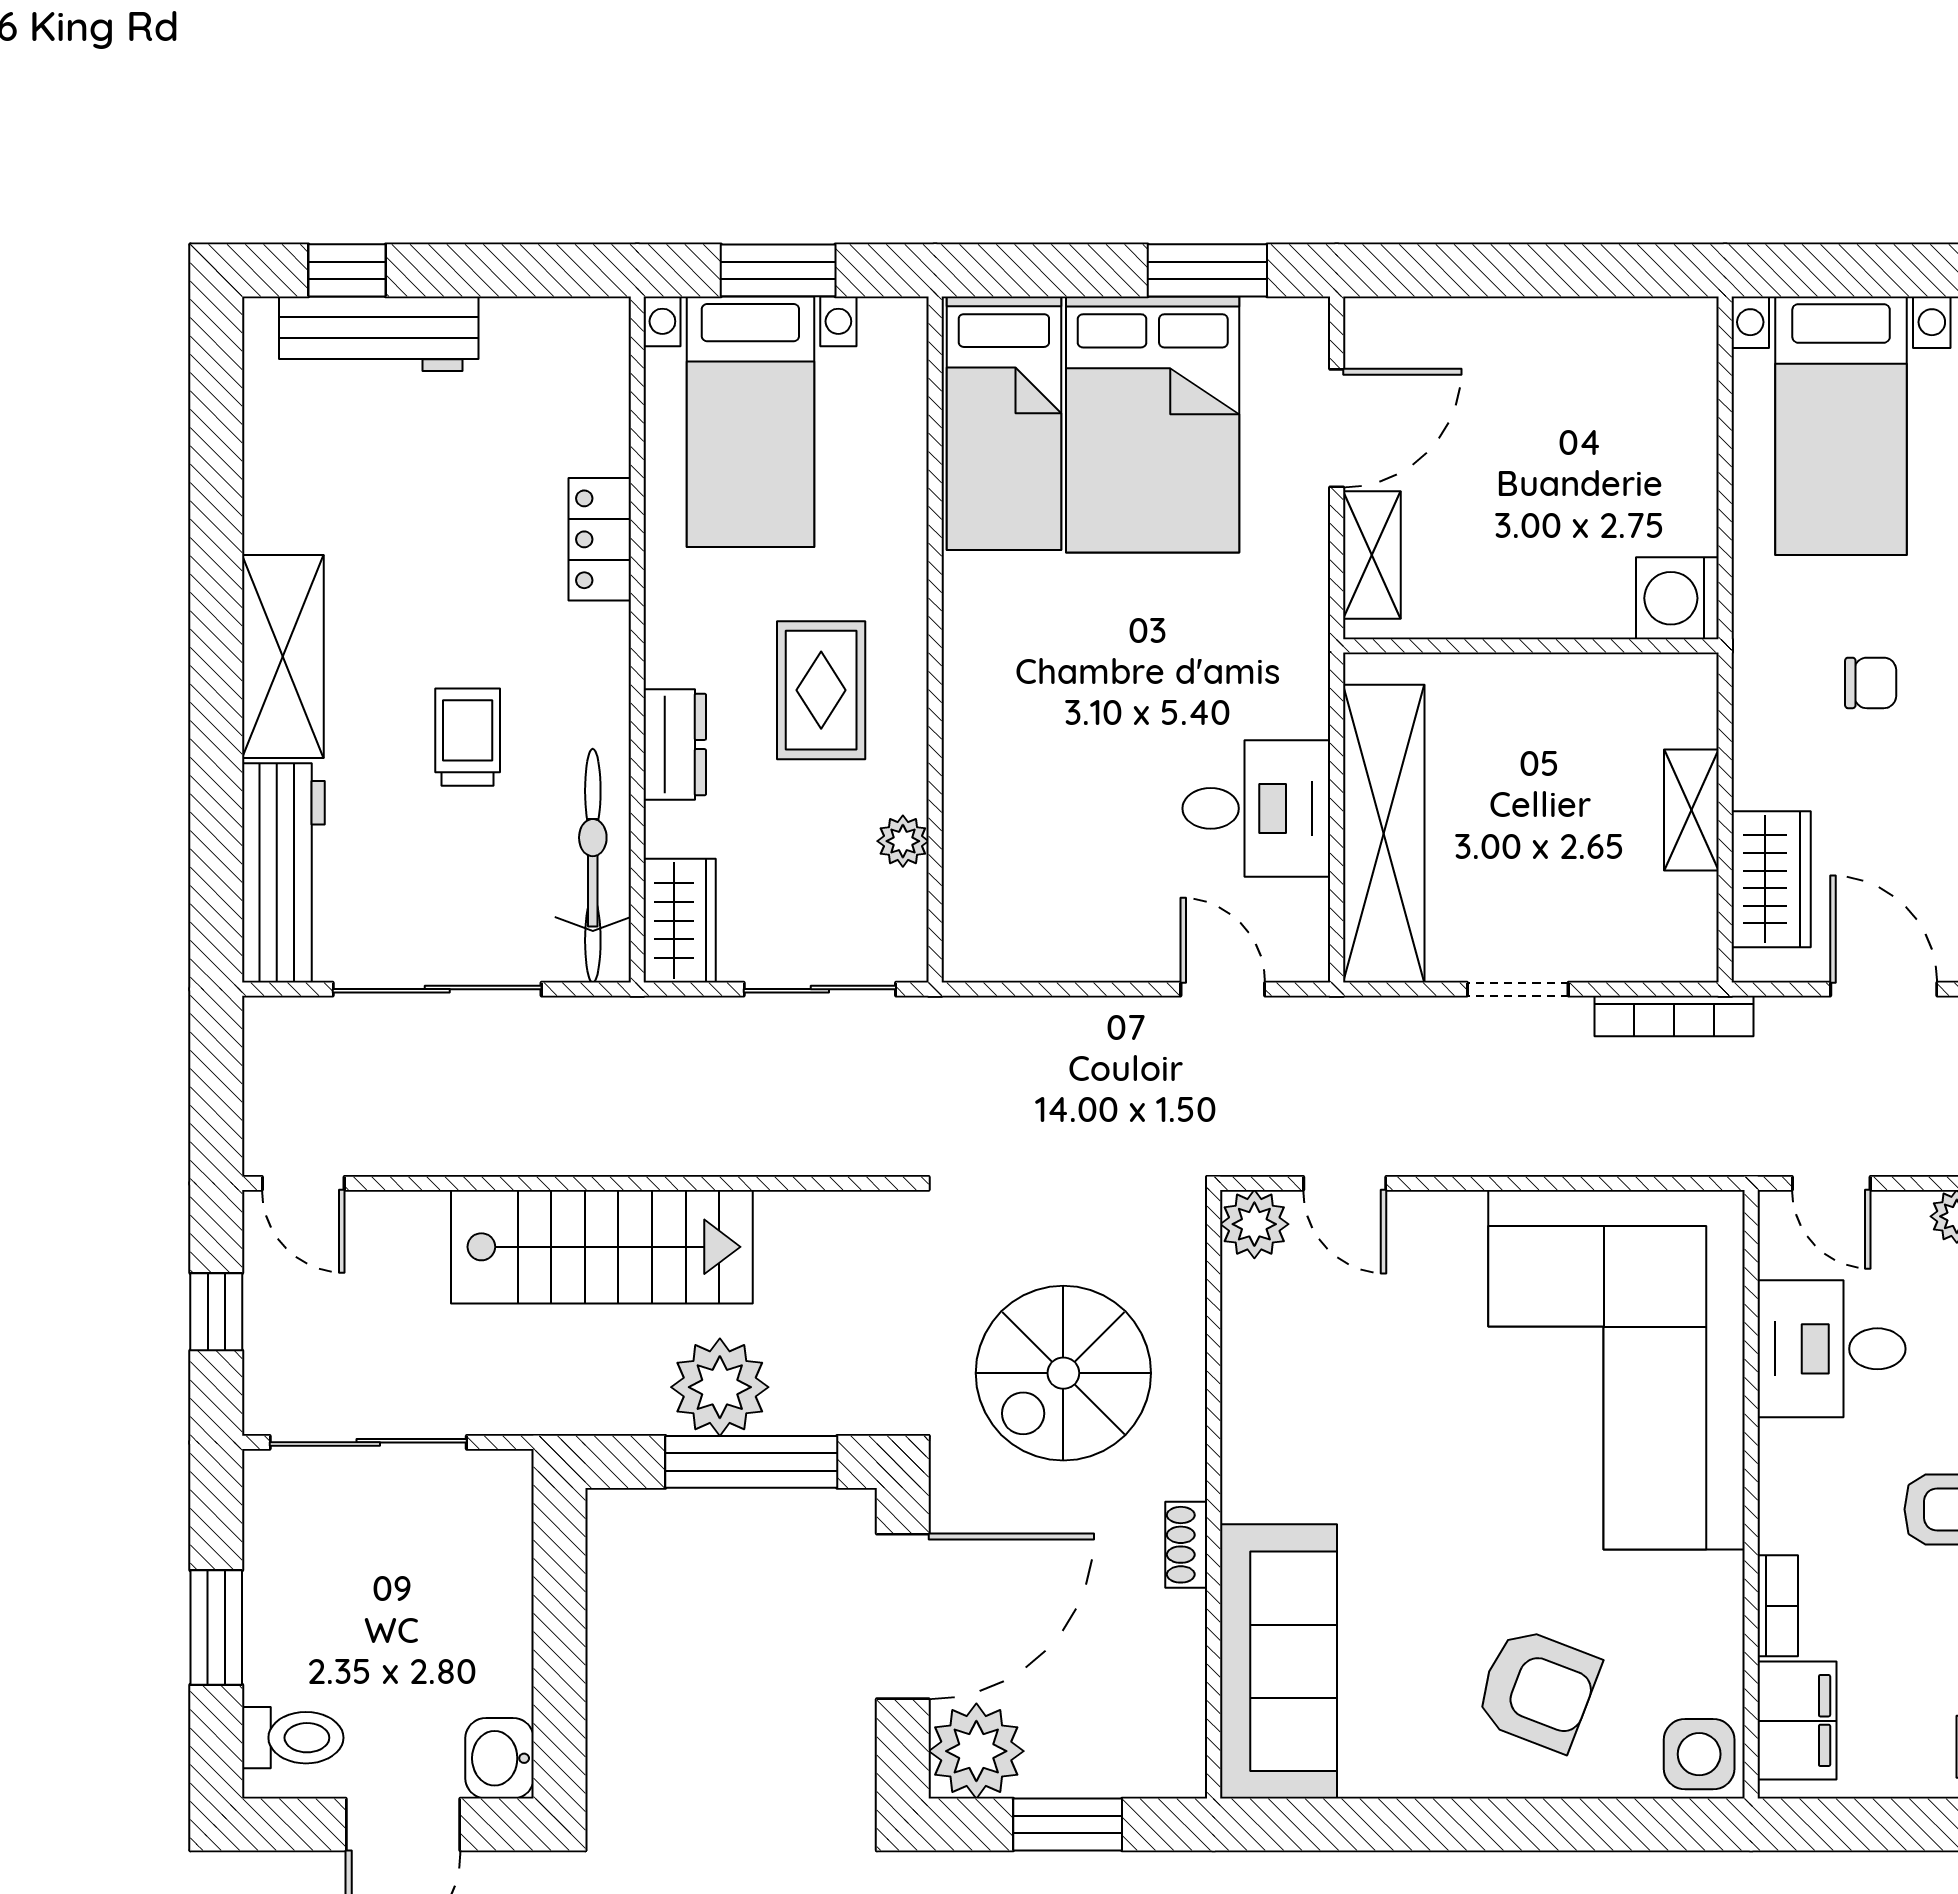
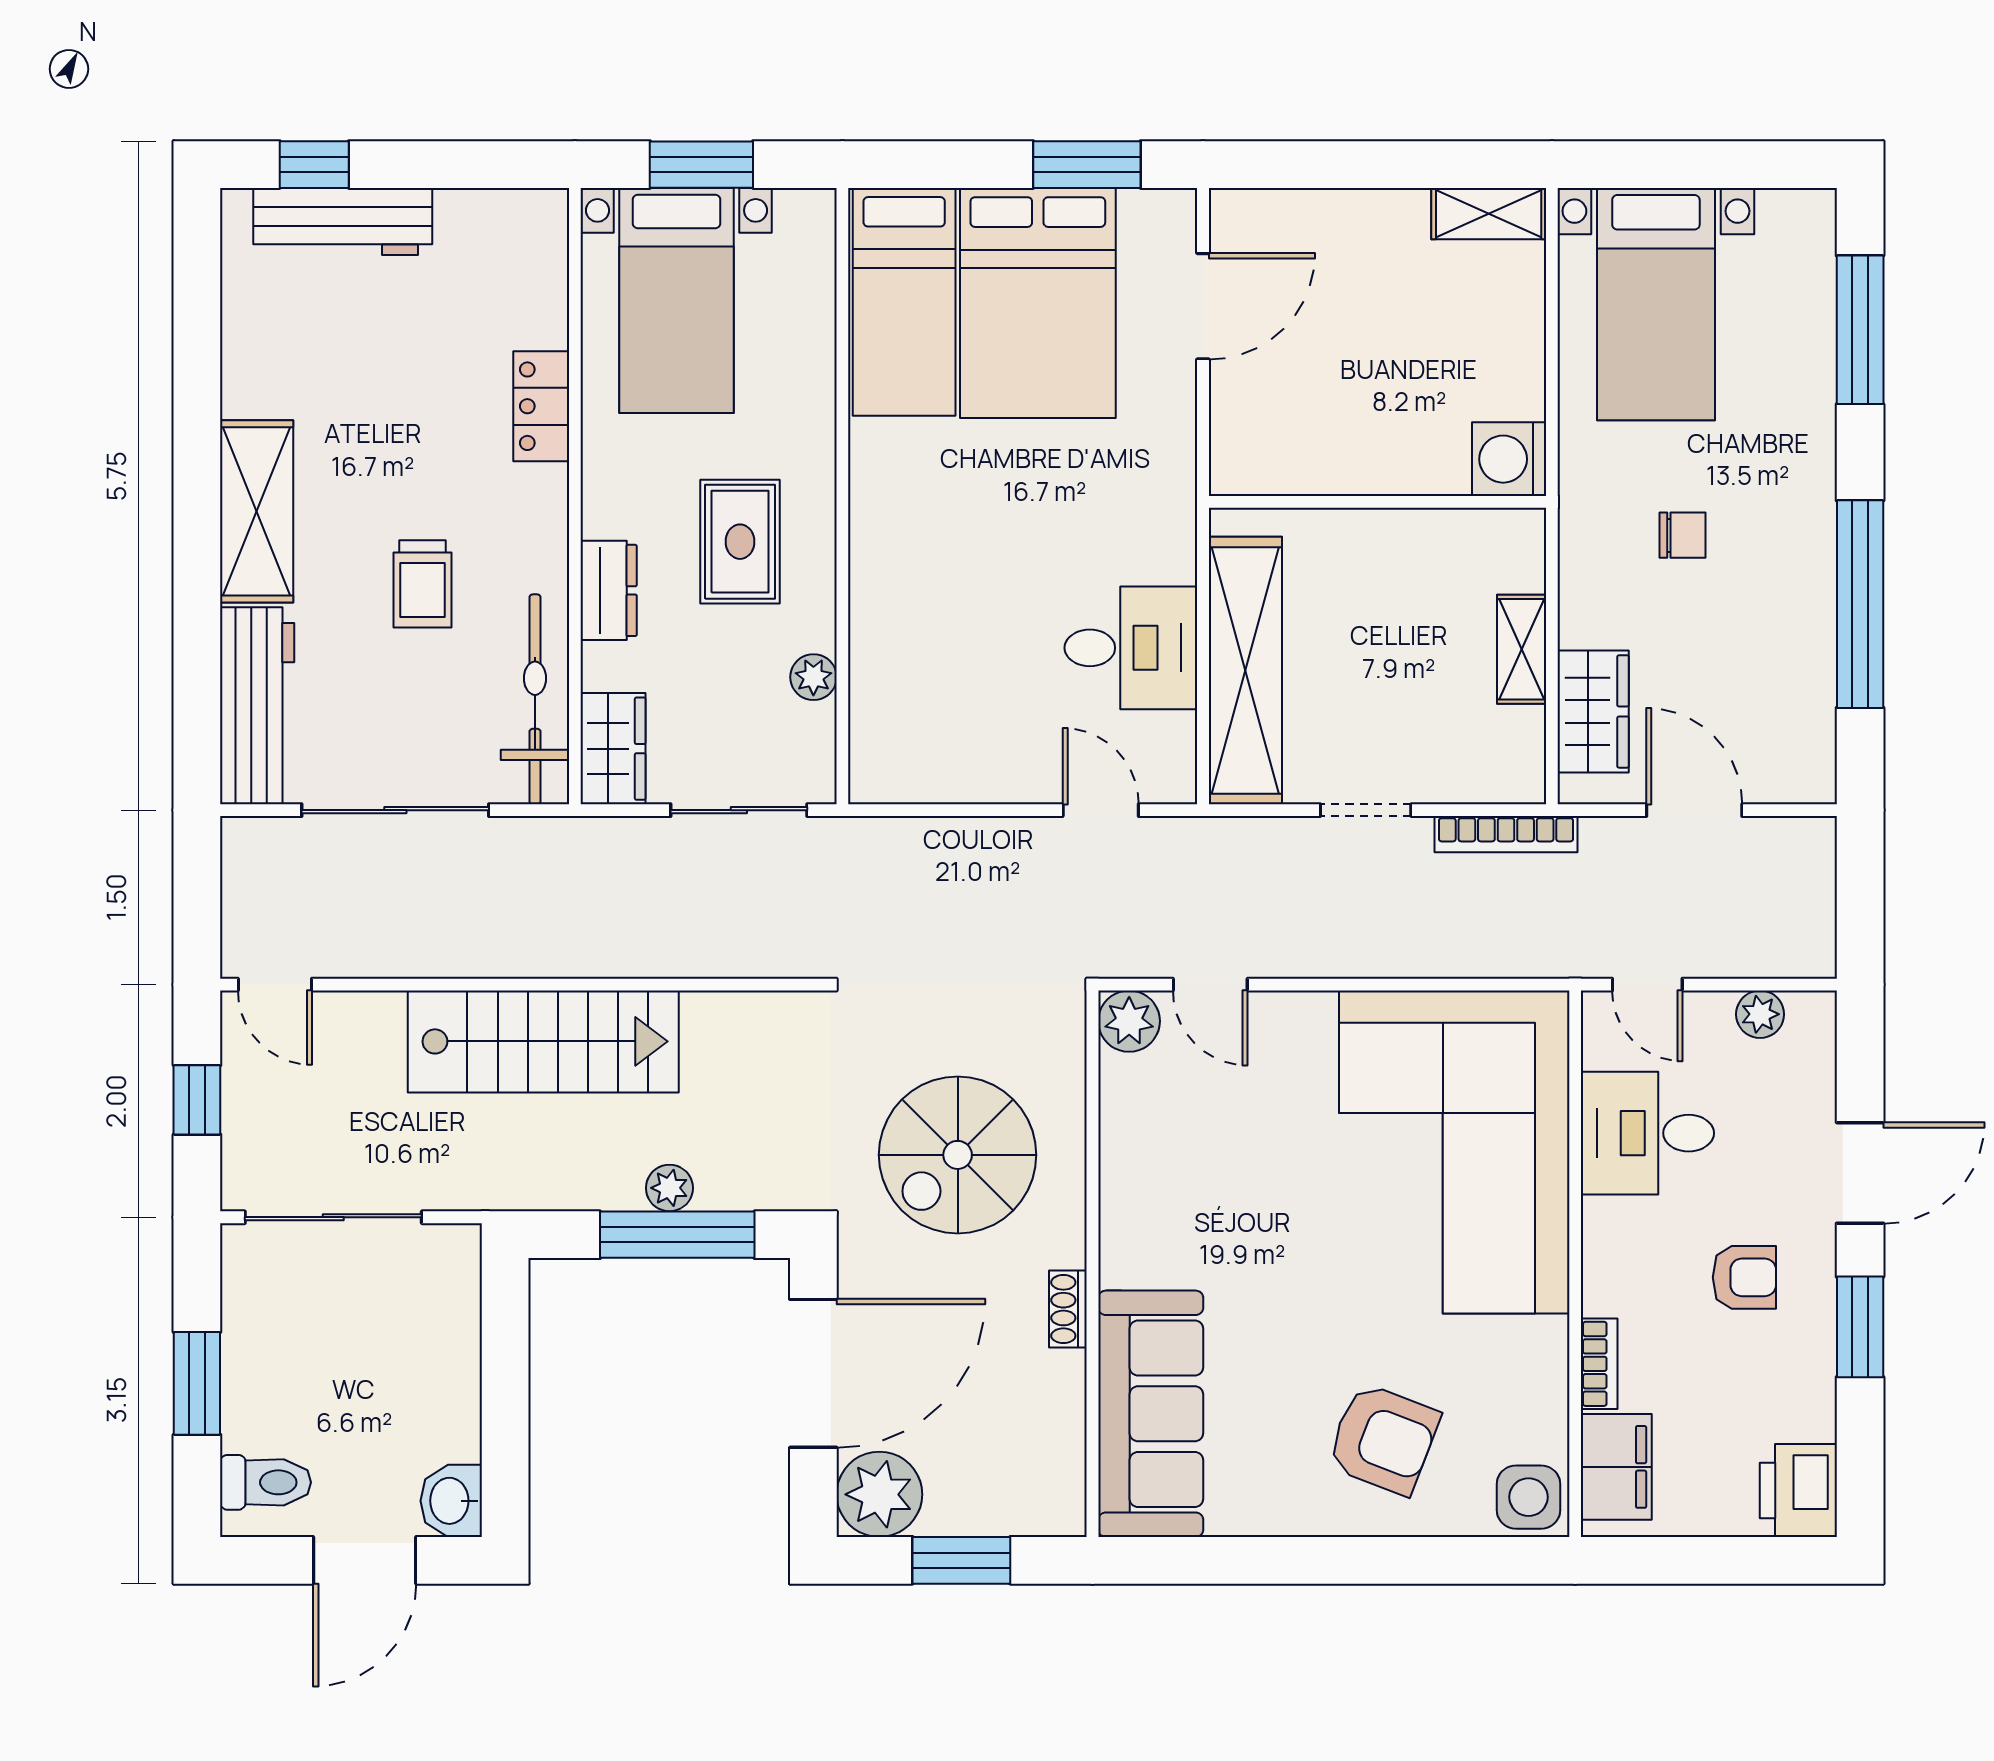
shelving: (1372, 555) -> (1489, 214), moved, turned 90
trolley: (468, 737) -> (423, 584), turned 180
plant: (720, 1387) -> (669, 1188), width x0.53, depth x0.53

